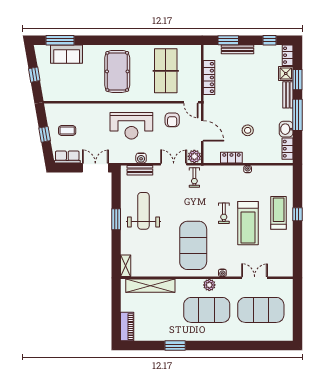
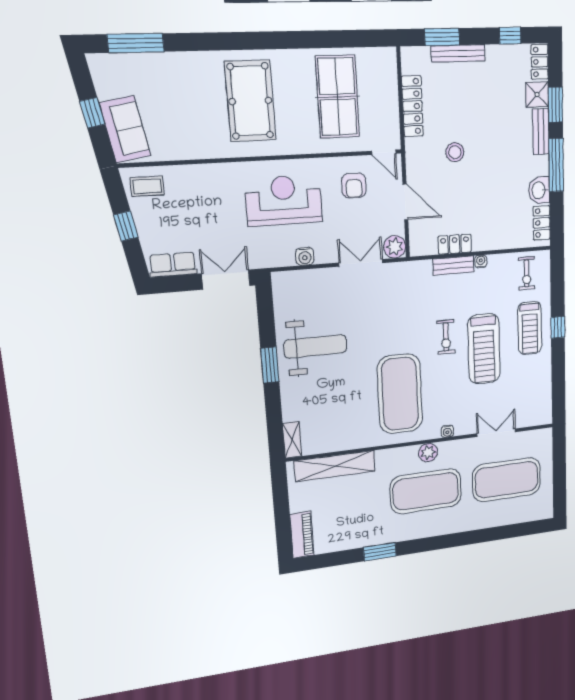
sofa: (67, 54) -> (125, 129), moved, turned -100
reception desk: (131, 126) -> (284, 200), turned 180
stool: (248, 130) -> (455, 152), moved
coffee table: (67, 131) -> (147, 186), moved
bench: (140, 170) -> (453, 266), moved
exercise bike: (194, 178) -> (527, 273), moved
weight bench: (143, 211) -> (315, 346), turned 90
treadmill: (279, 213) -> (530, 328), turned 180

